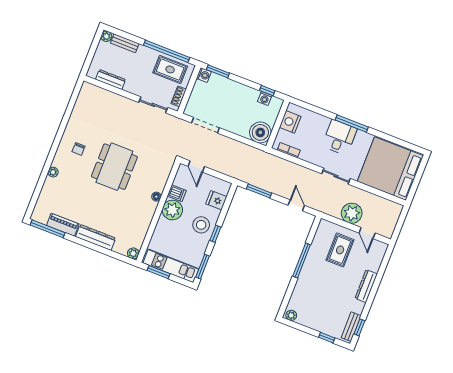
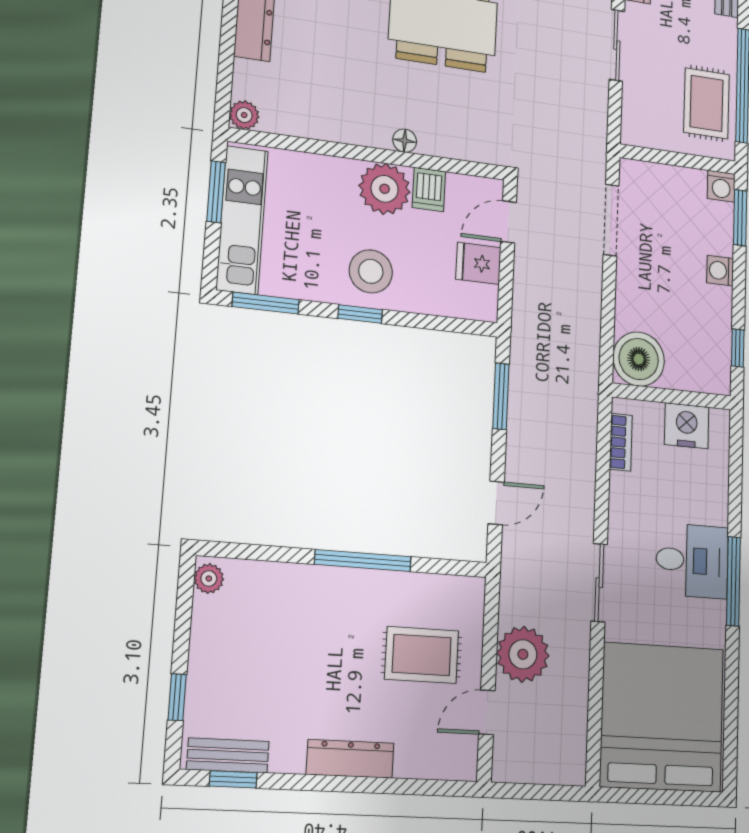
shoe rack: (179, 96) -> (654, 138), removed
washing machine: (265, 98) -> (720, 271), moved
sliding door: (153, 105) -> (617, 45), moved
fridge: (216, 200) -> (478, 263), moved, turned -90

